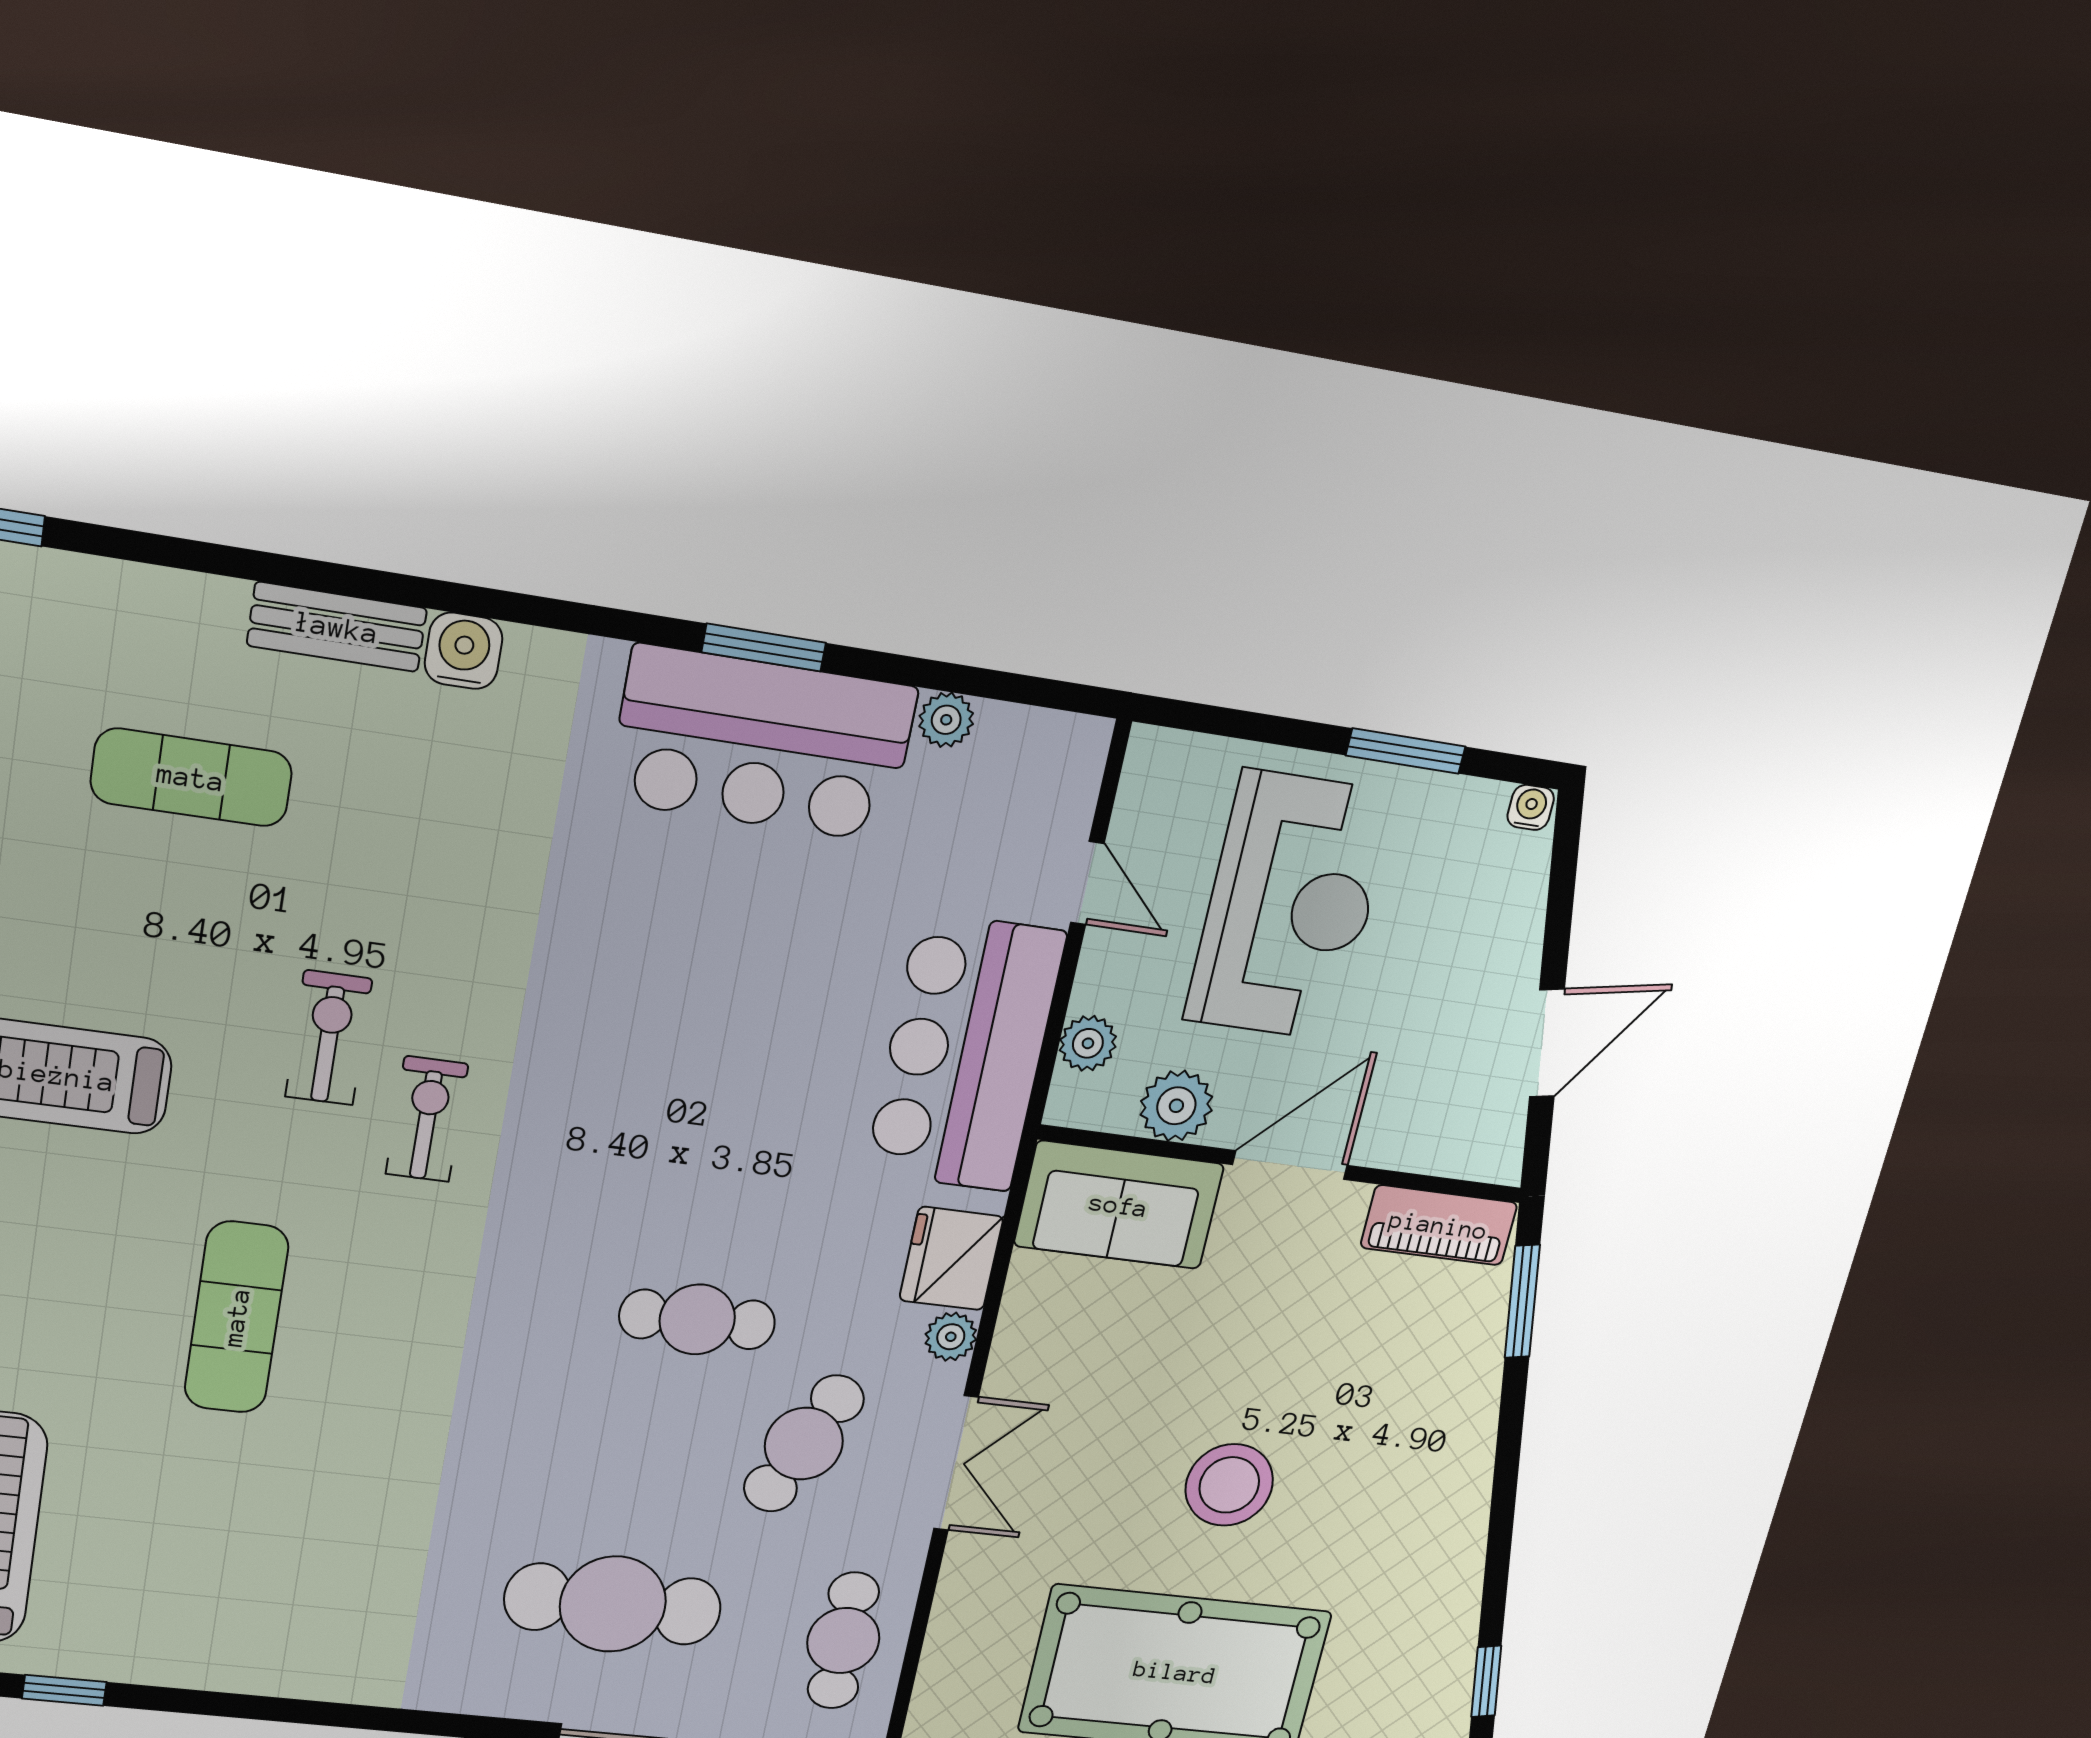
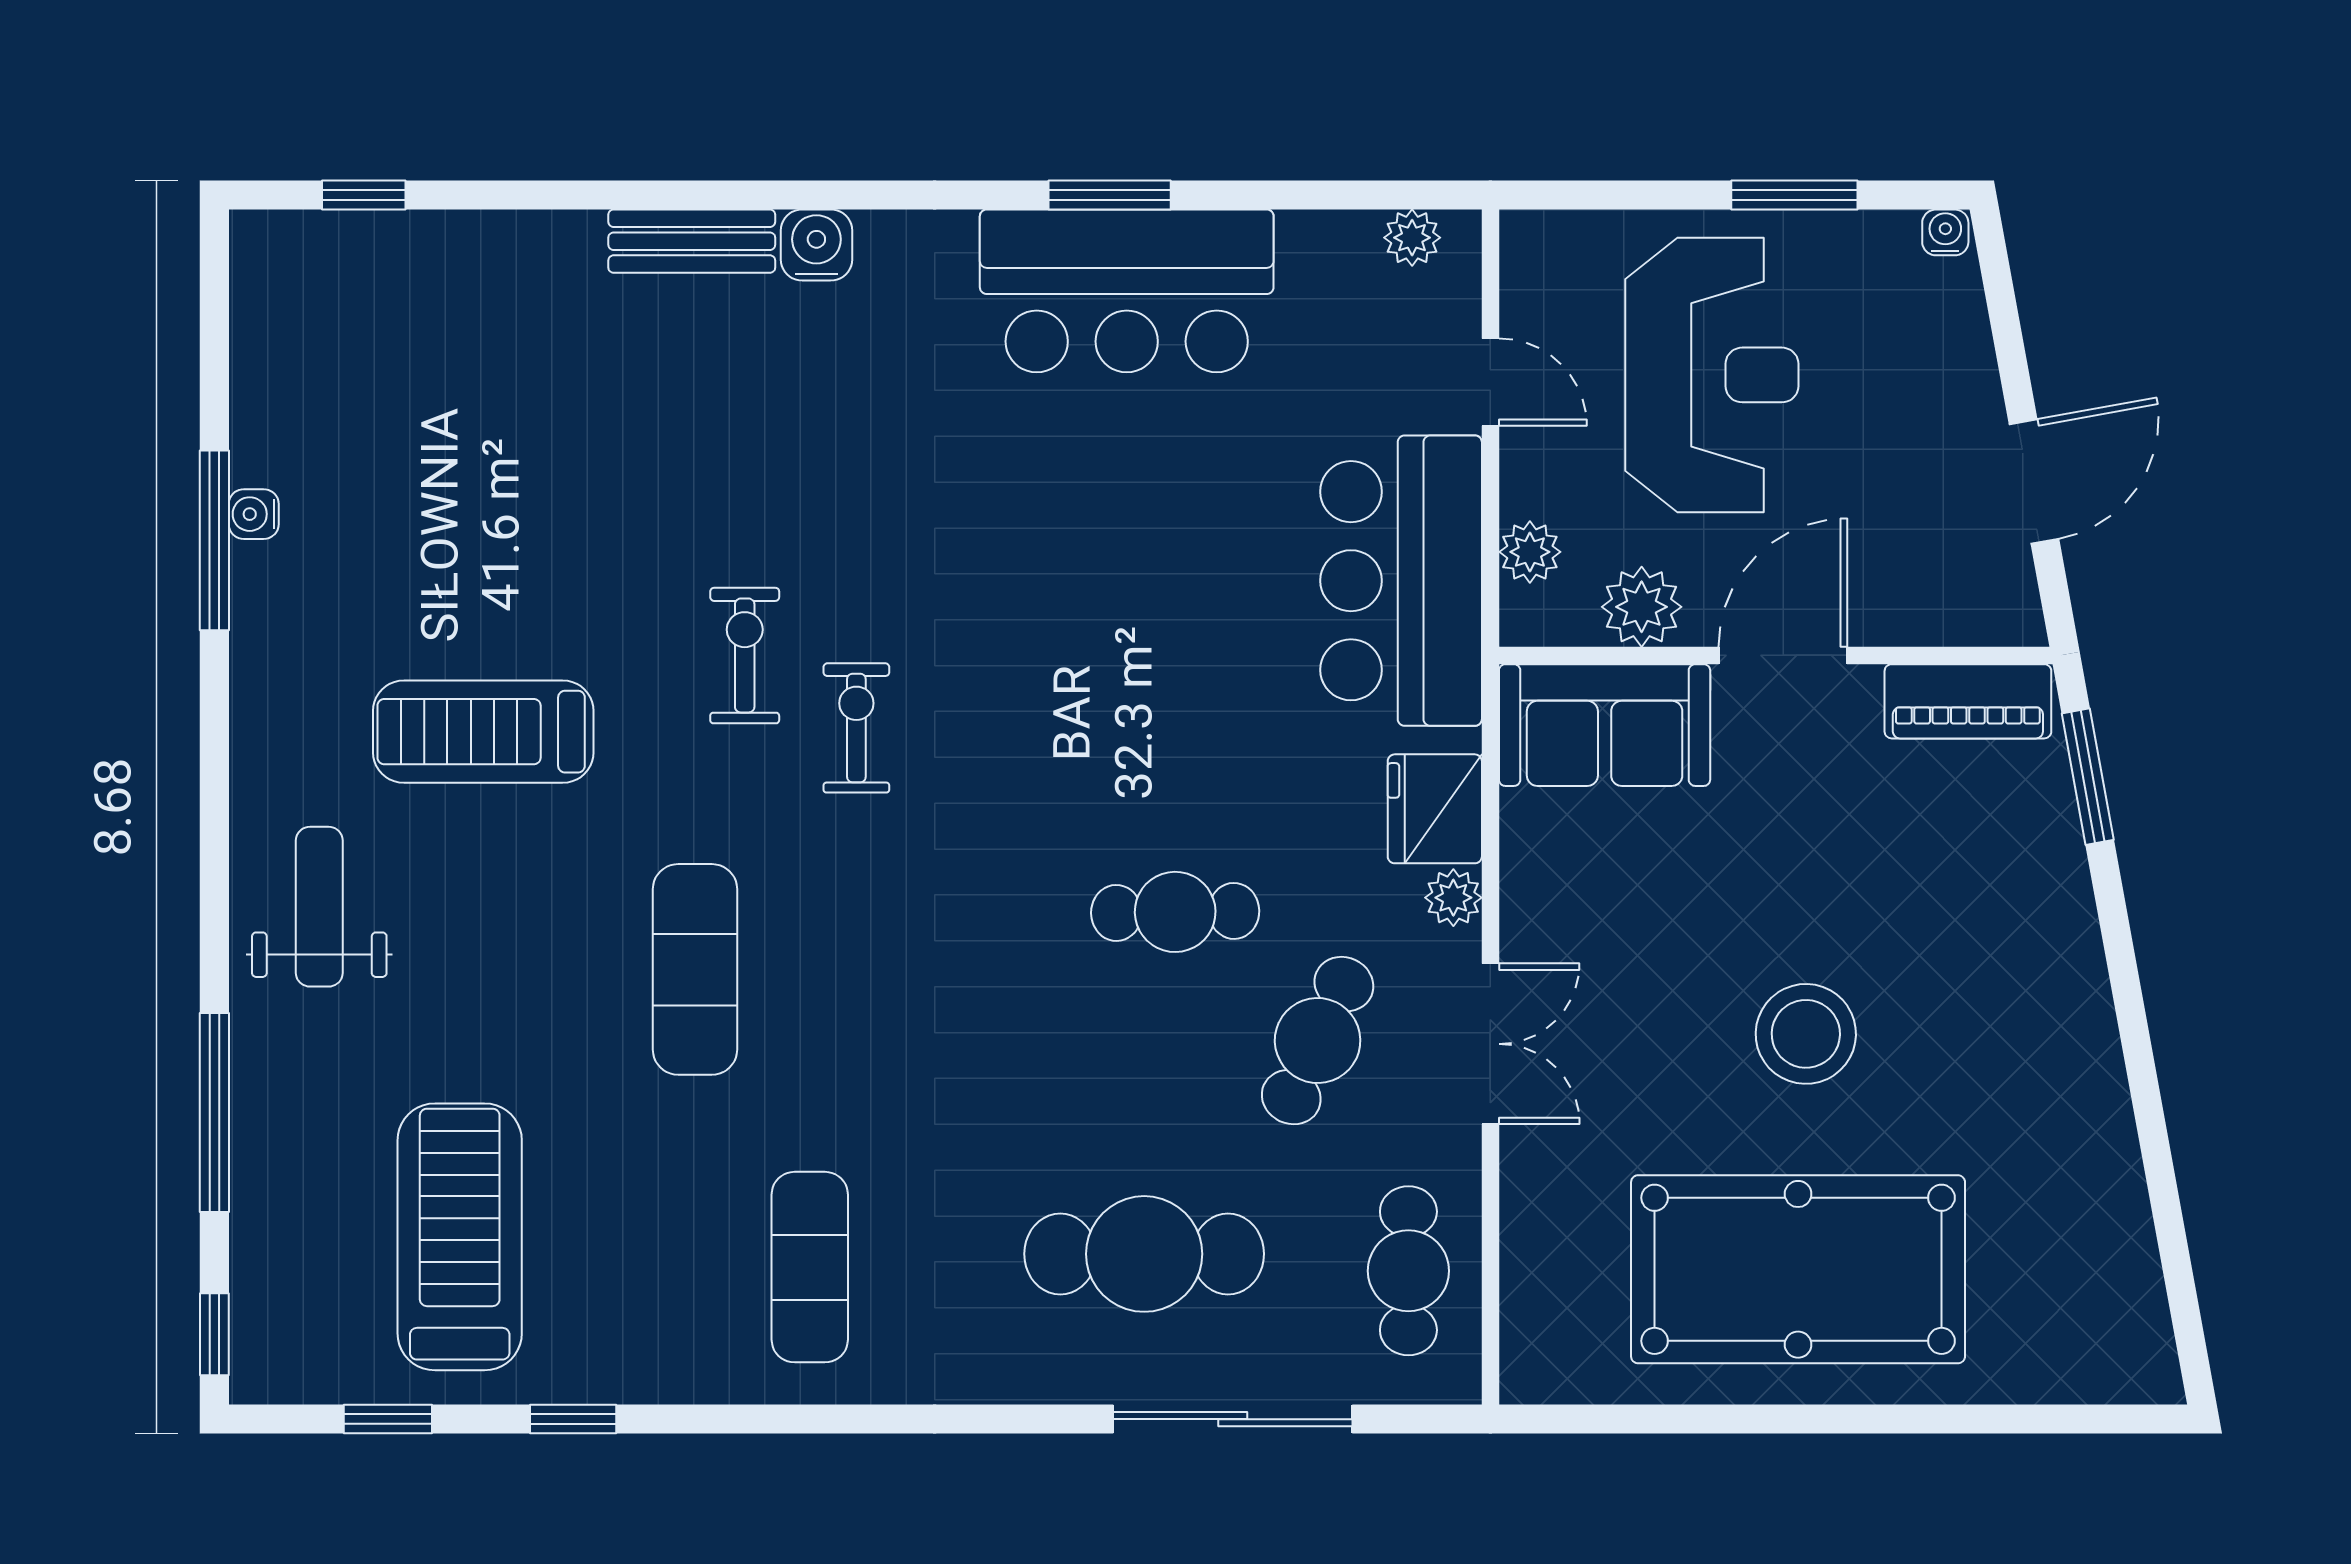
plant: (946, 720) -> (1412, 238), moved
exercise mat: (191, 777) -> (810, 1267), moved, turned 90
window: (1486, 1681) -> (2173, 1243), removed

